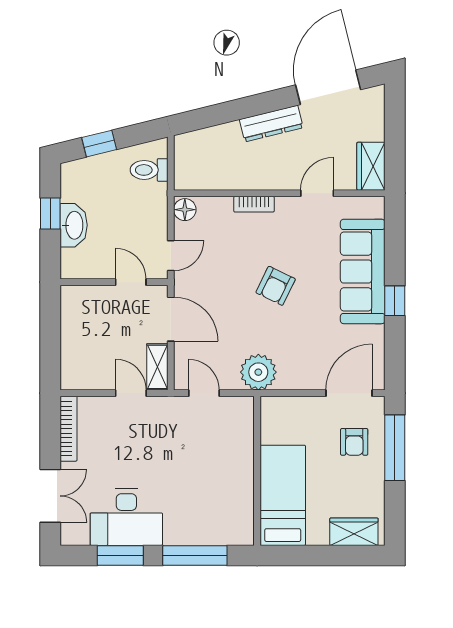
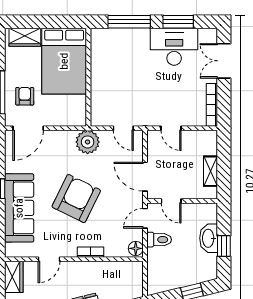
toilet: (149, 170) -> (159, 240), moved
armchair: (276, 286) -> (76, 199), width x1.88, depth x1.88
shelving: (157, 367) -> (211, 171), moved
bed: (283, 495) -> (64, 61), width x1.50

